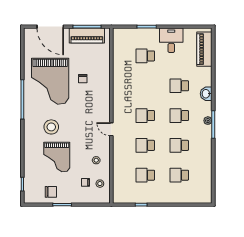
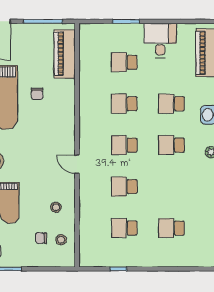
piano: (87, 35) -> (65, 54), moved, turned 90
school desk: (179, 145) -> (124, 104), moved

